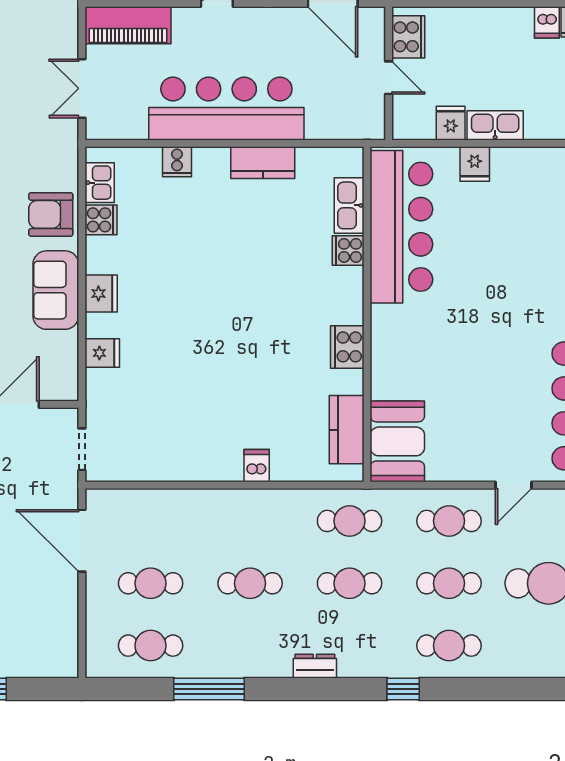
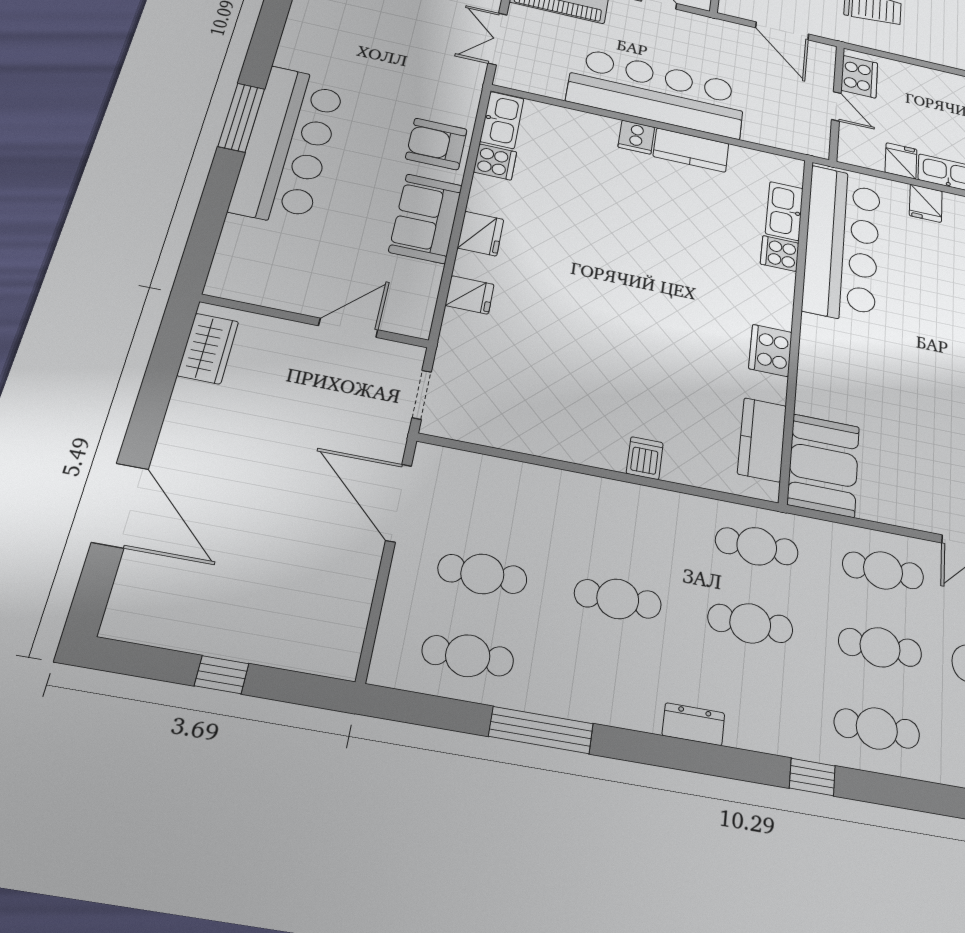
cooker: (177, 162) -> (636, 137), moved
kitchen sink: (100, 183) -> (502, 120), width x1.38

